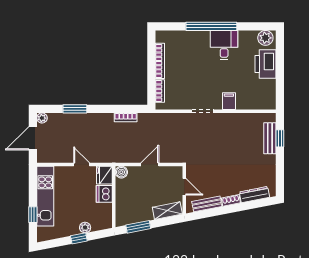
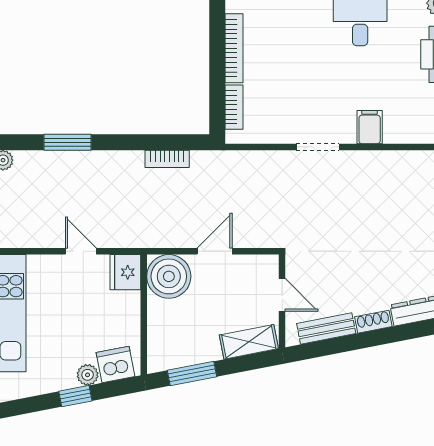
boiler: (121, 172) -> (169, 276), width x1.86, depth x1.86
dishwasher: (104, 194) -> (116, 364), moved, turned 79

